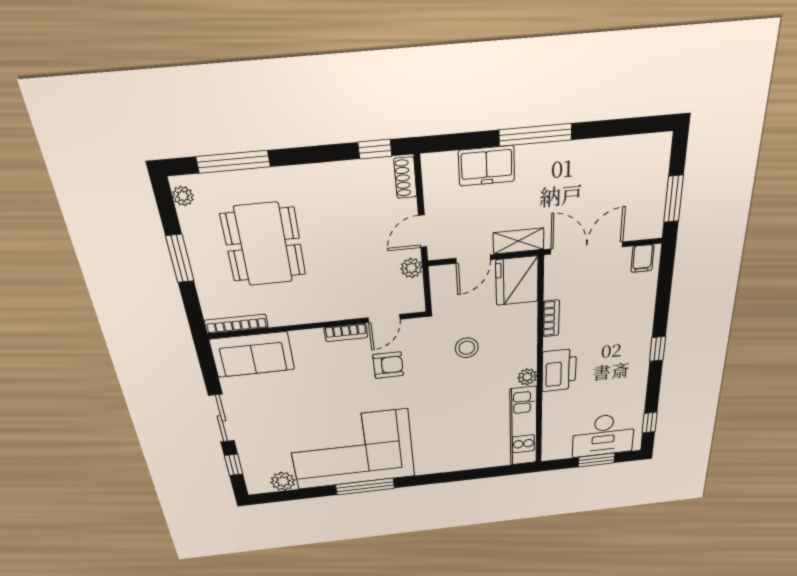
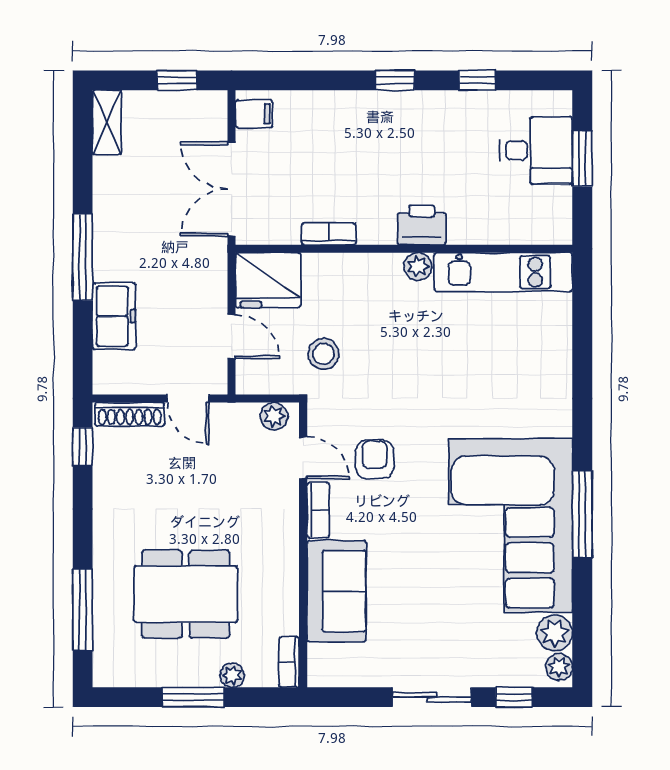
shoe rack: (405, 178) -> (130, 414), width x1.43
plant: (183, 196) -> (232, 675), moved
window: (674, 199) -> (177, 80), width x0.67
shelving: (519, 241) -> (107, 122), moved
plant: (411, 268) -> (274, 416), moved
bookcase: (236, 324) -> (289, 662), width x0.64
stool: (467, 348) -> (324, 354), moved
sofa: (252, 354) -> (336, 591), moved
printer: (559, 370) -> (422, 225), width x0.73, depth x0.84
window: (650, 423) -> (478, 80), moved
desk: (603, 435) -> (536, 150), width x0.73
plant: (260, 486) -> (559, 667), added

